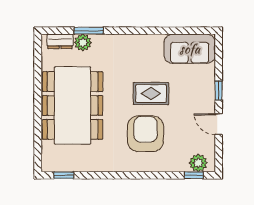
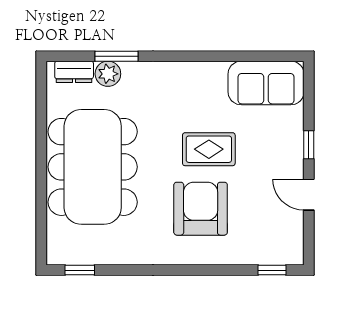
plant: (198, 163) -> (279, 252), removed

